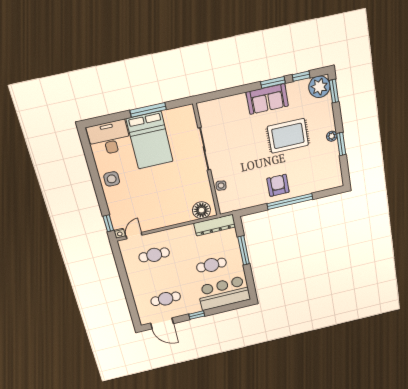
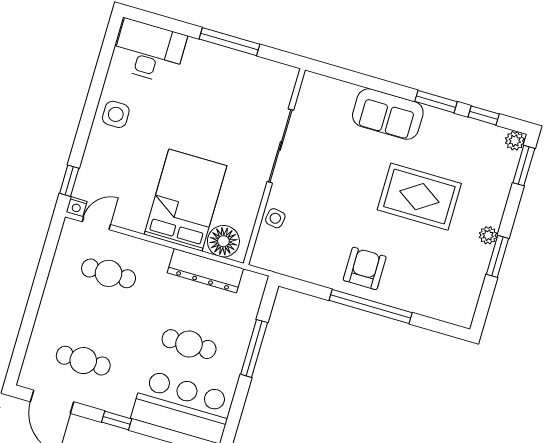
plant: (319, 87) -> (515, 141), width x0.53, depth x0.53
sofa: (267, 99) -> (388, 114), moved
bed: (150, 140) -> (185, 200), moved, turned 180
dresser: (215, 225) -> (205, 271), moved

